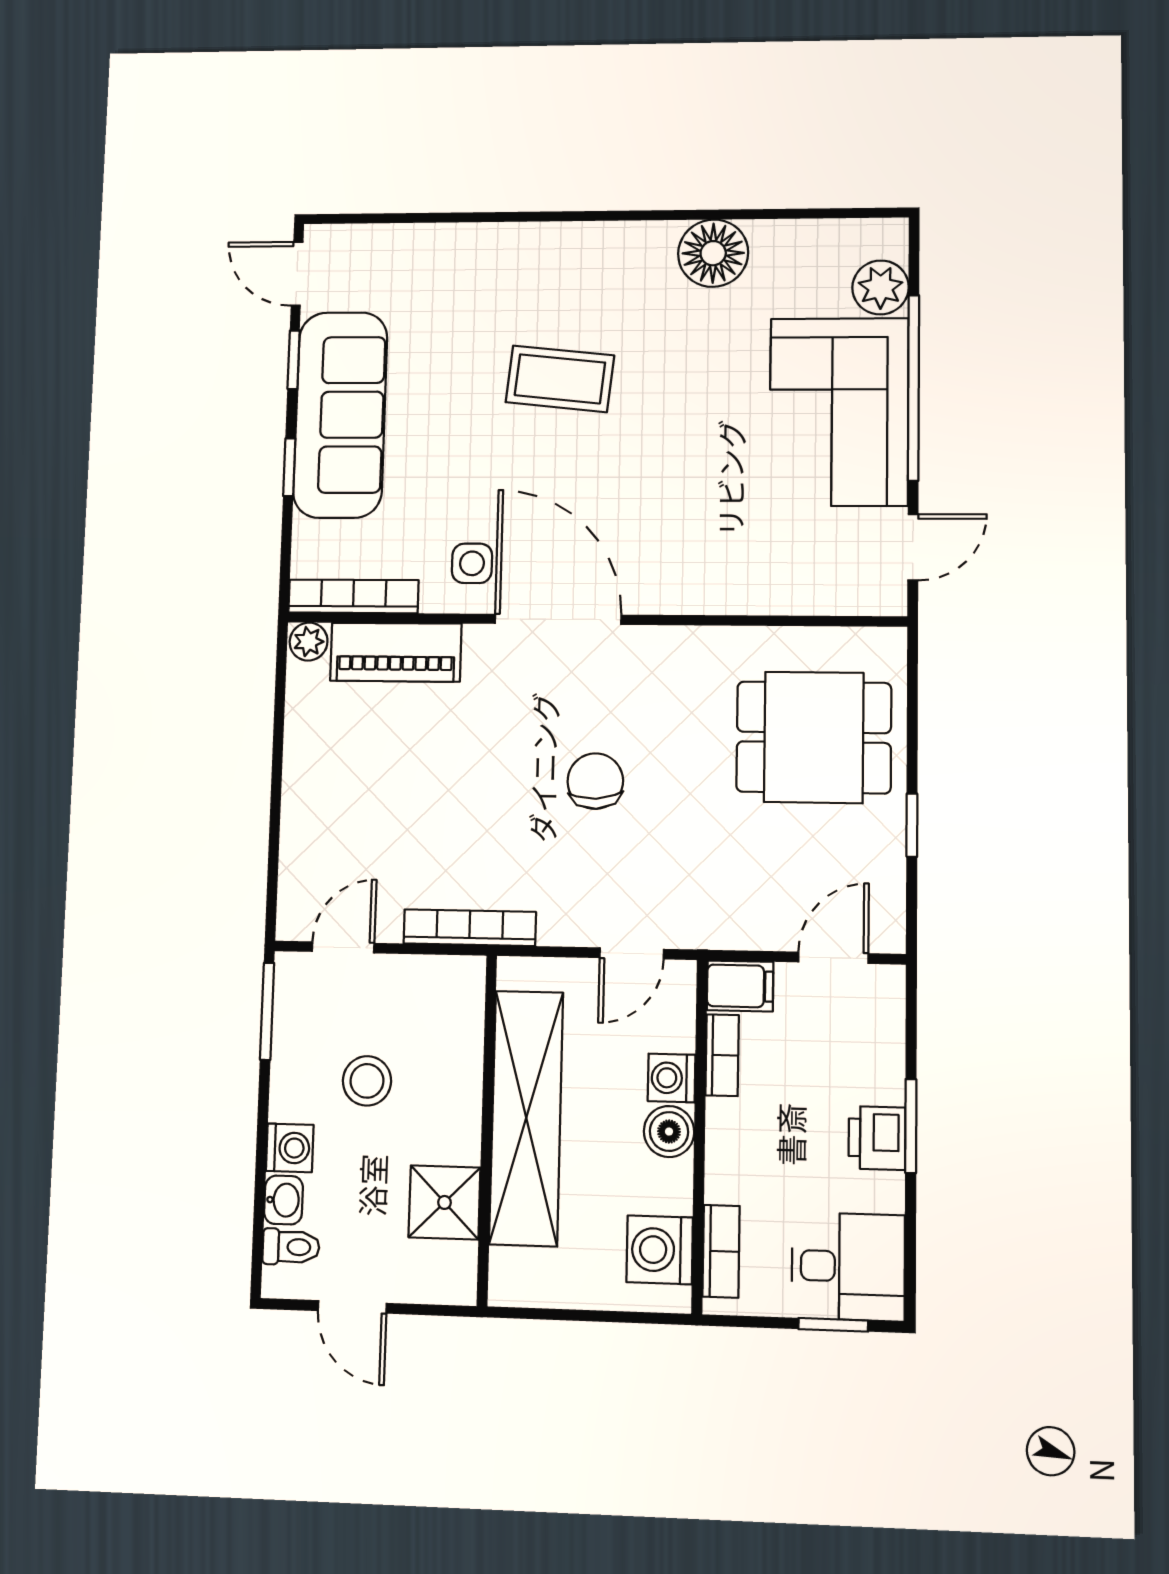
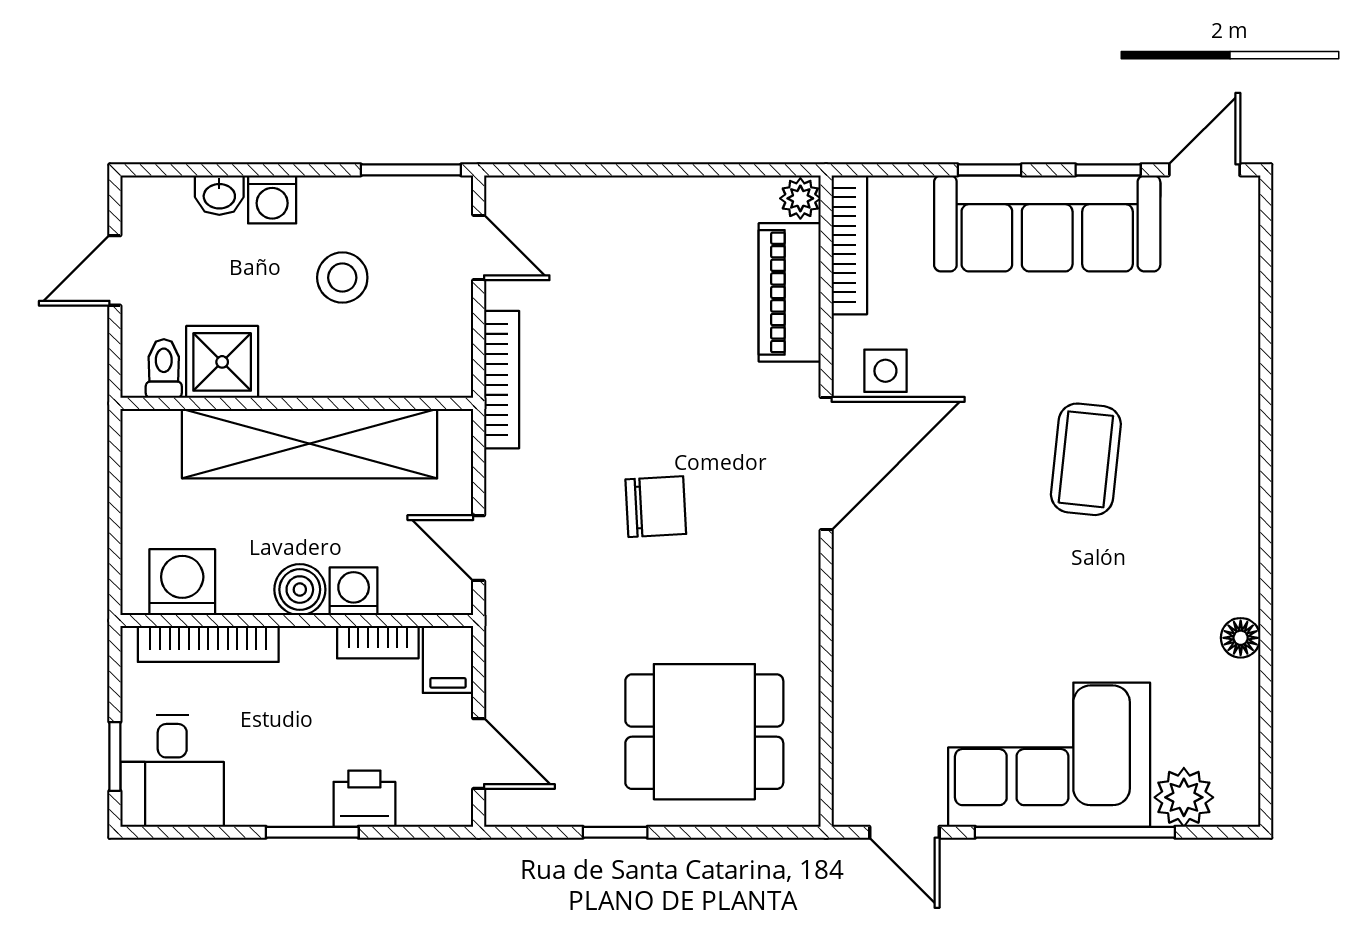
floor lamp: (713, 253) -> (1241, 638), width x0.53, depth x0.53
dining table: (814, 737) -> (704, 732), turned 90
printer: (877, 1138) -> (364, 799), moved
toilet: (291, 1247) -> (164, 369), moved, turned 180
bookcase: (721, 1251) -> (208, 644), width x1.56

